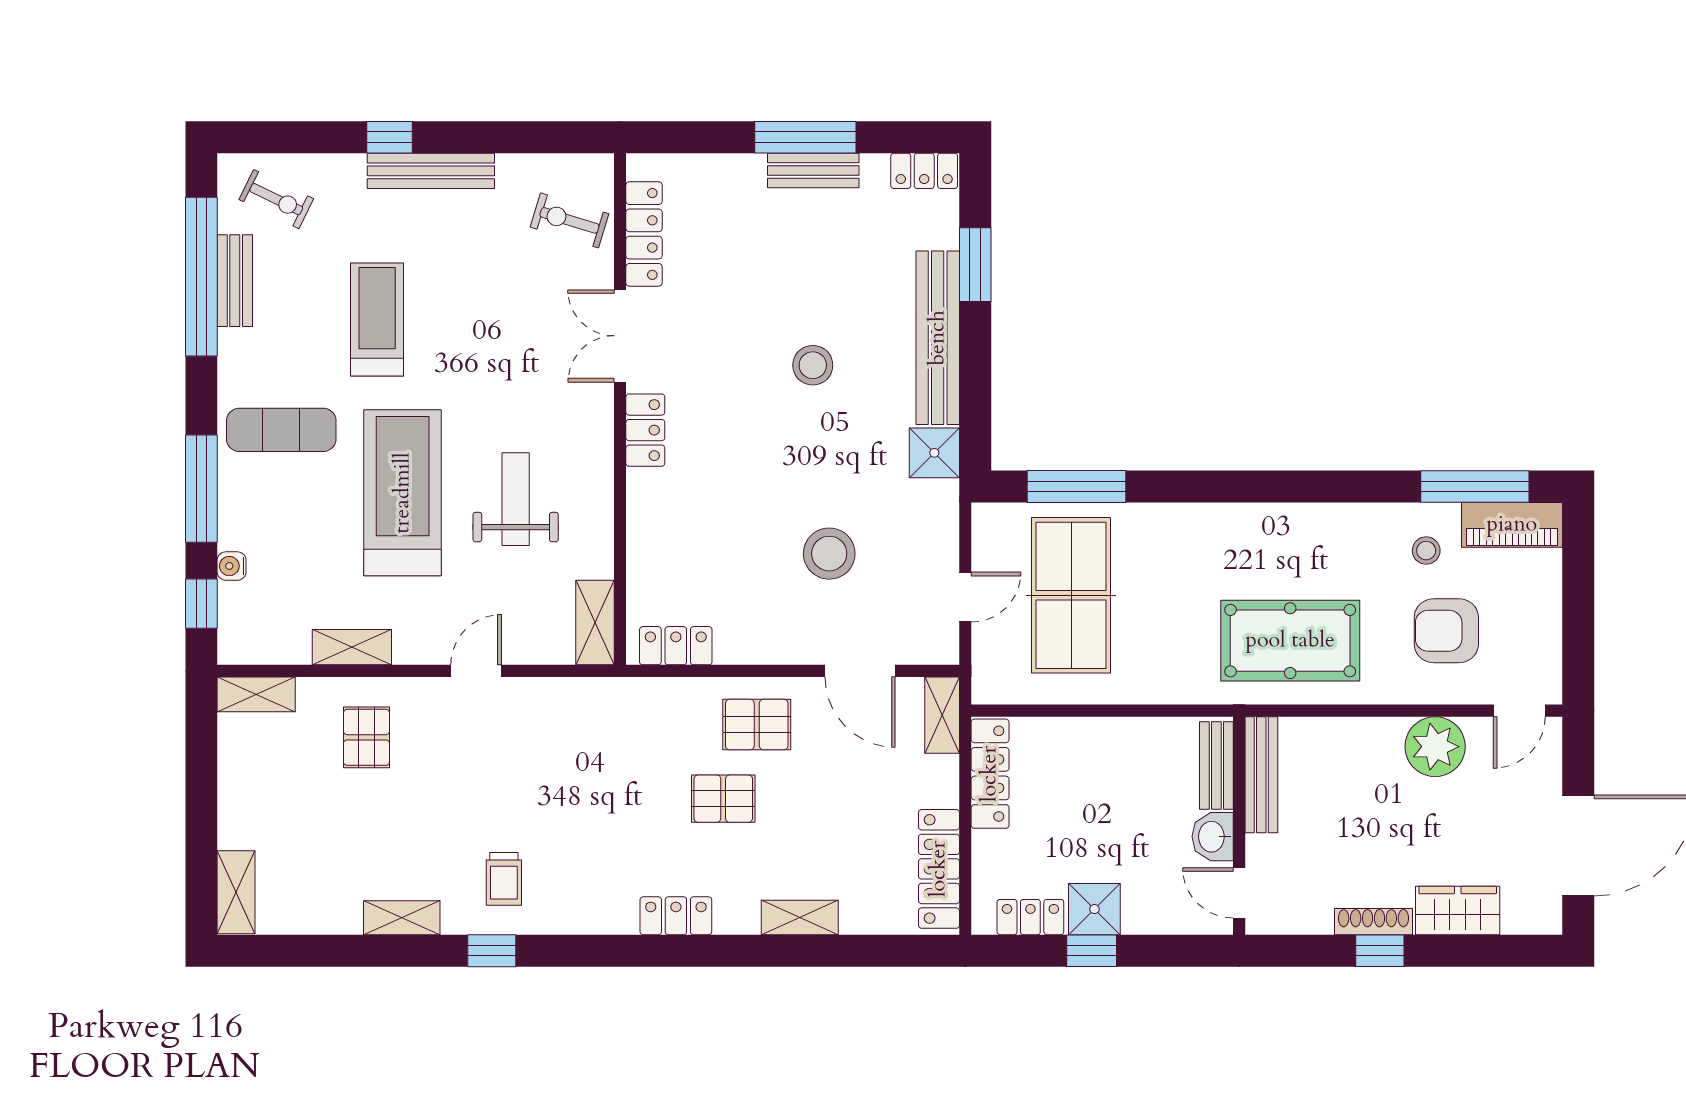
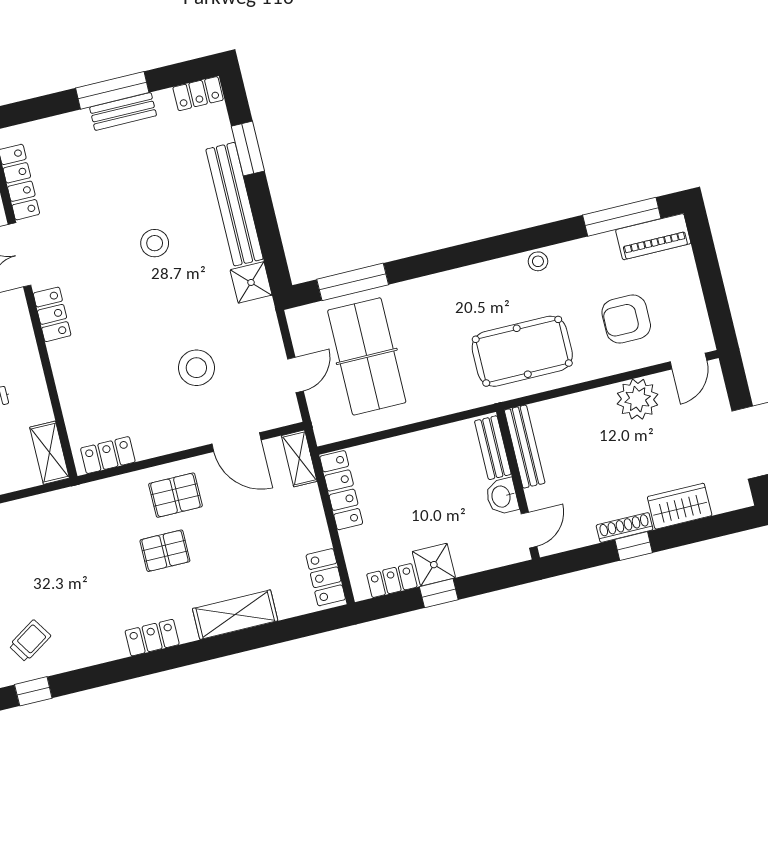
stool: (1426, 551) -> (538, 261), moved
locker: (939, 869) -> (326, 577), width x0.66
trolley: (504, 879) -> (30, 641), turned -123
door: (1239, 893) -> (529, 530), swing flipped
shelving: (800, 918) -> (235, 615), width x1.50, depth x1.33

